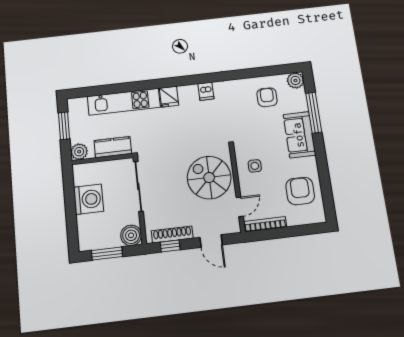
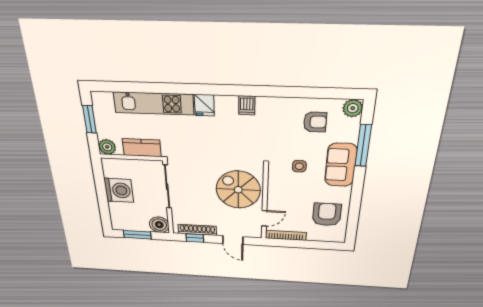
armchair: (267, 97) -> (315, 122), turned 90
side table: (255, 166) -> (299, 166), moved

